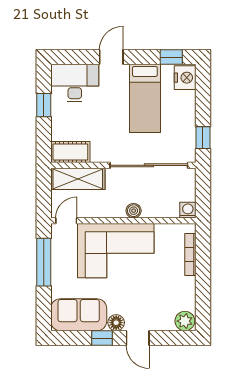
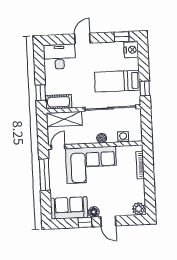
bed: (145, 98) -> (117, 81), moved, turned 90
window: (44, 105) -> (41, 93), moved
washing machine: (188, 210) -> (123, 137), moved

